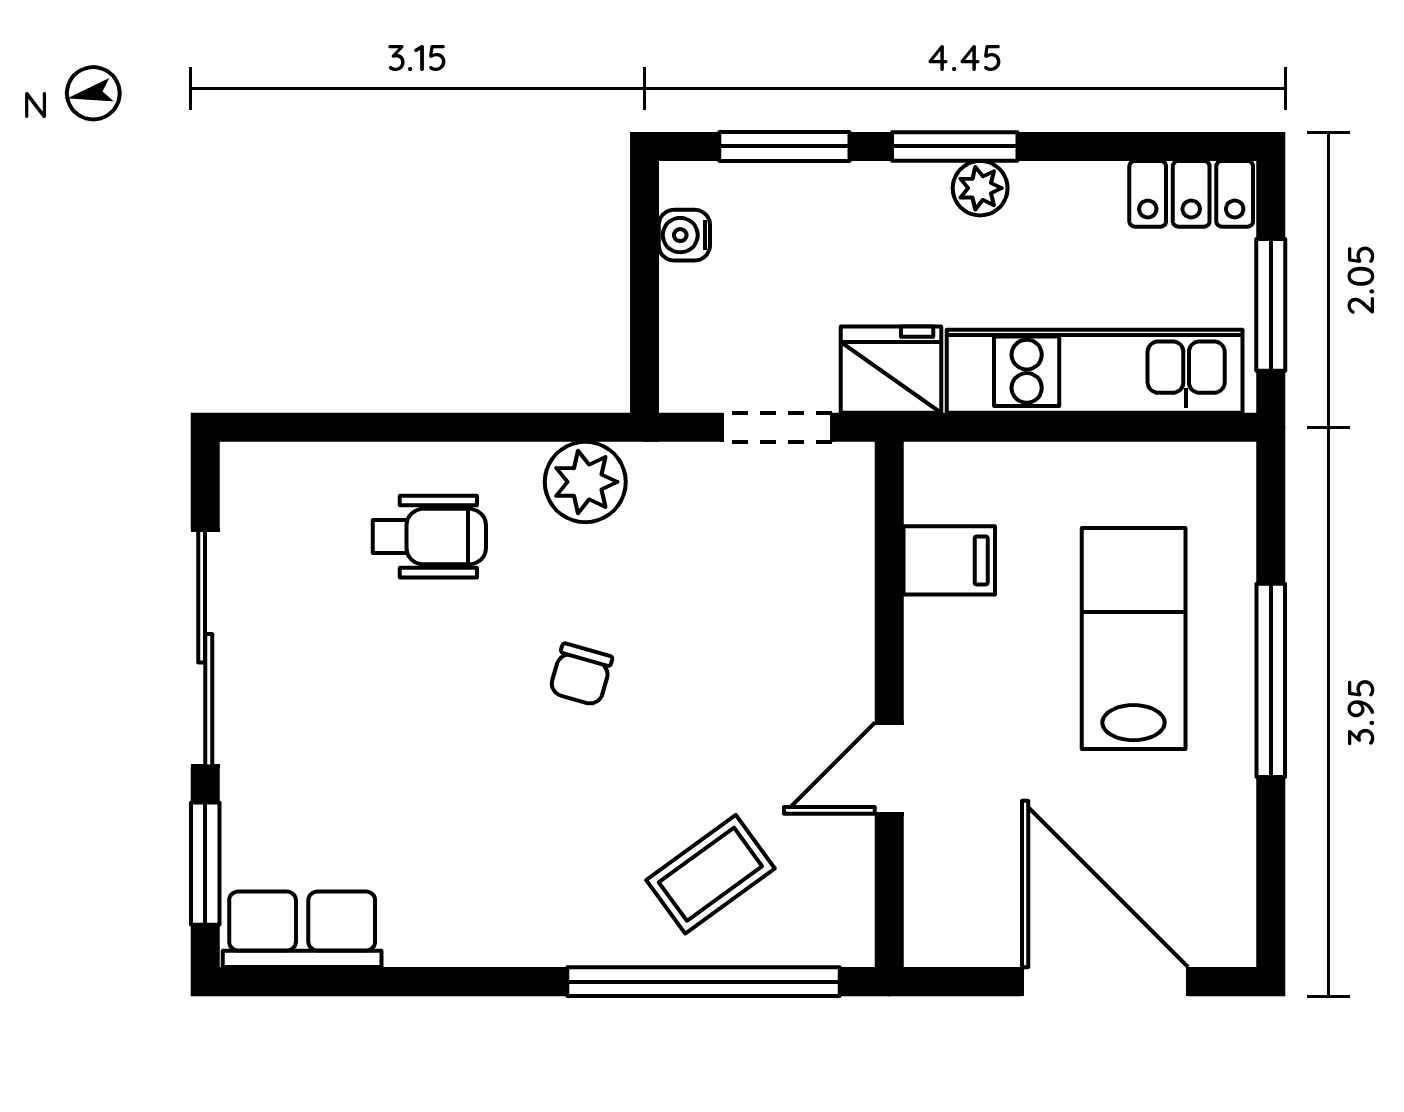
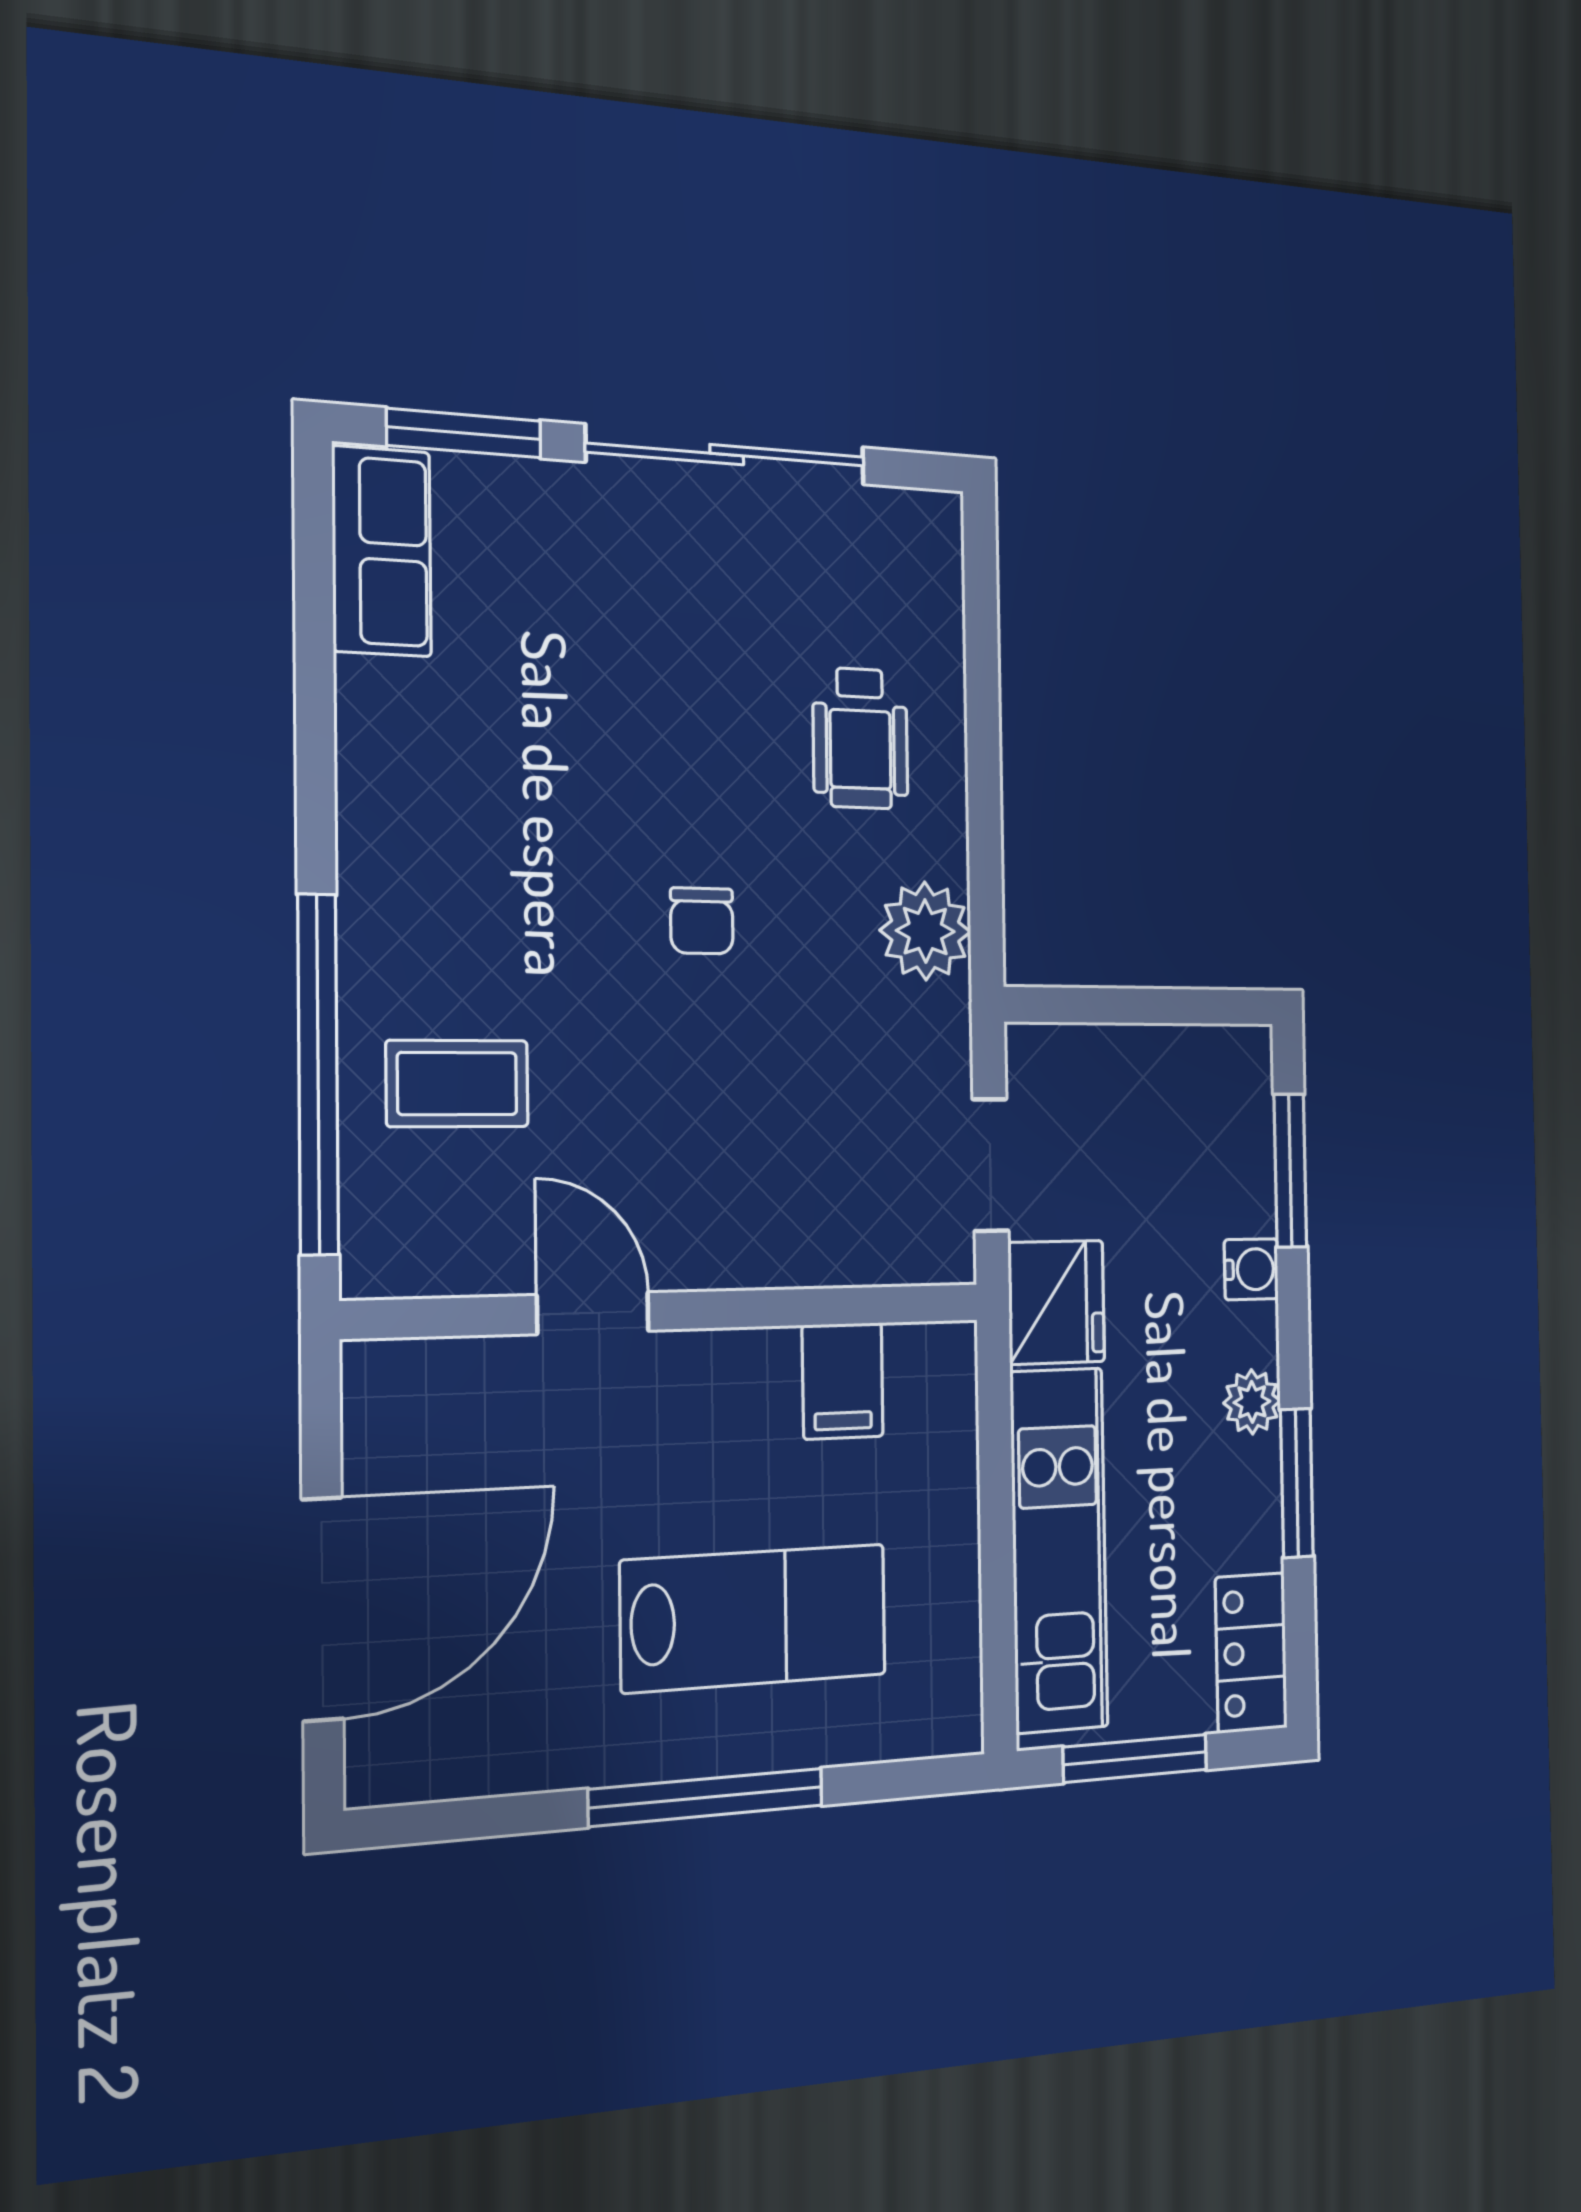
window: (955, 146) -> (1297, 1483), moved
water cooler: (684, 235) -> (1251, 1269), moved, turned 90
chair: (581, 675) -> (702, 921), turned -106
coffee table: (710, 874) -> (457, 1084), turned -54

